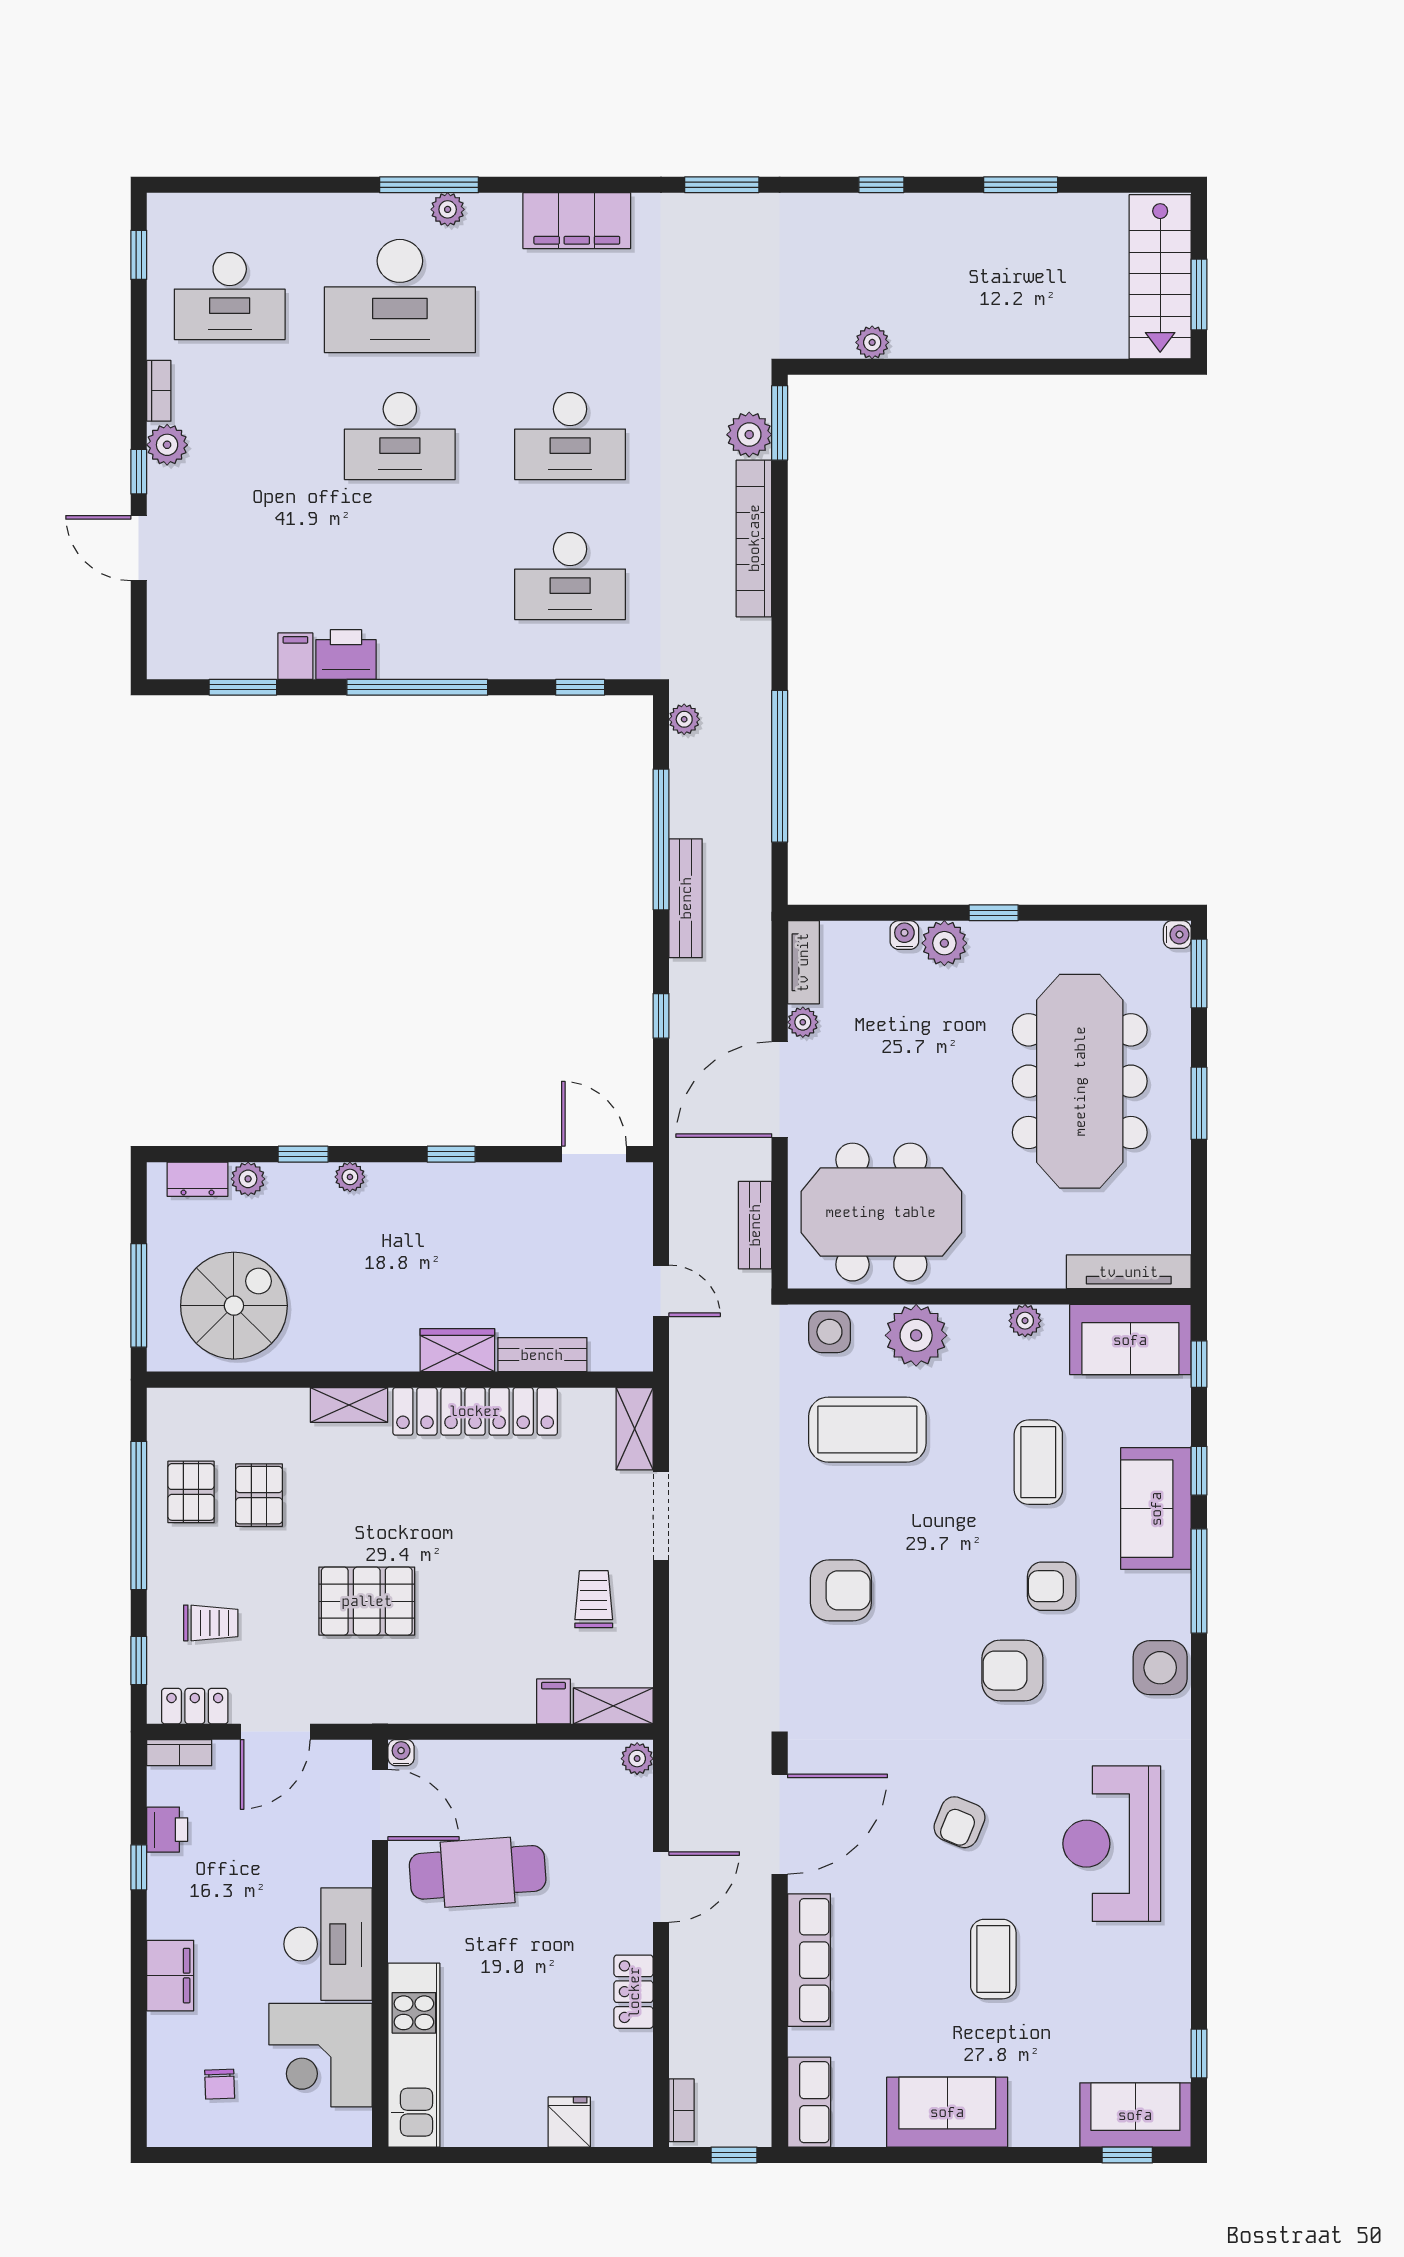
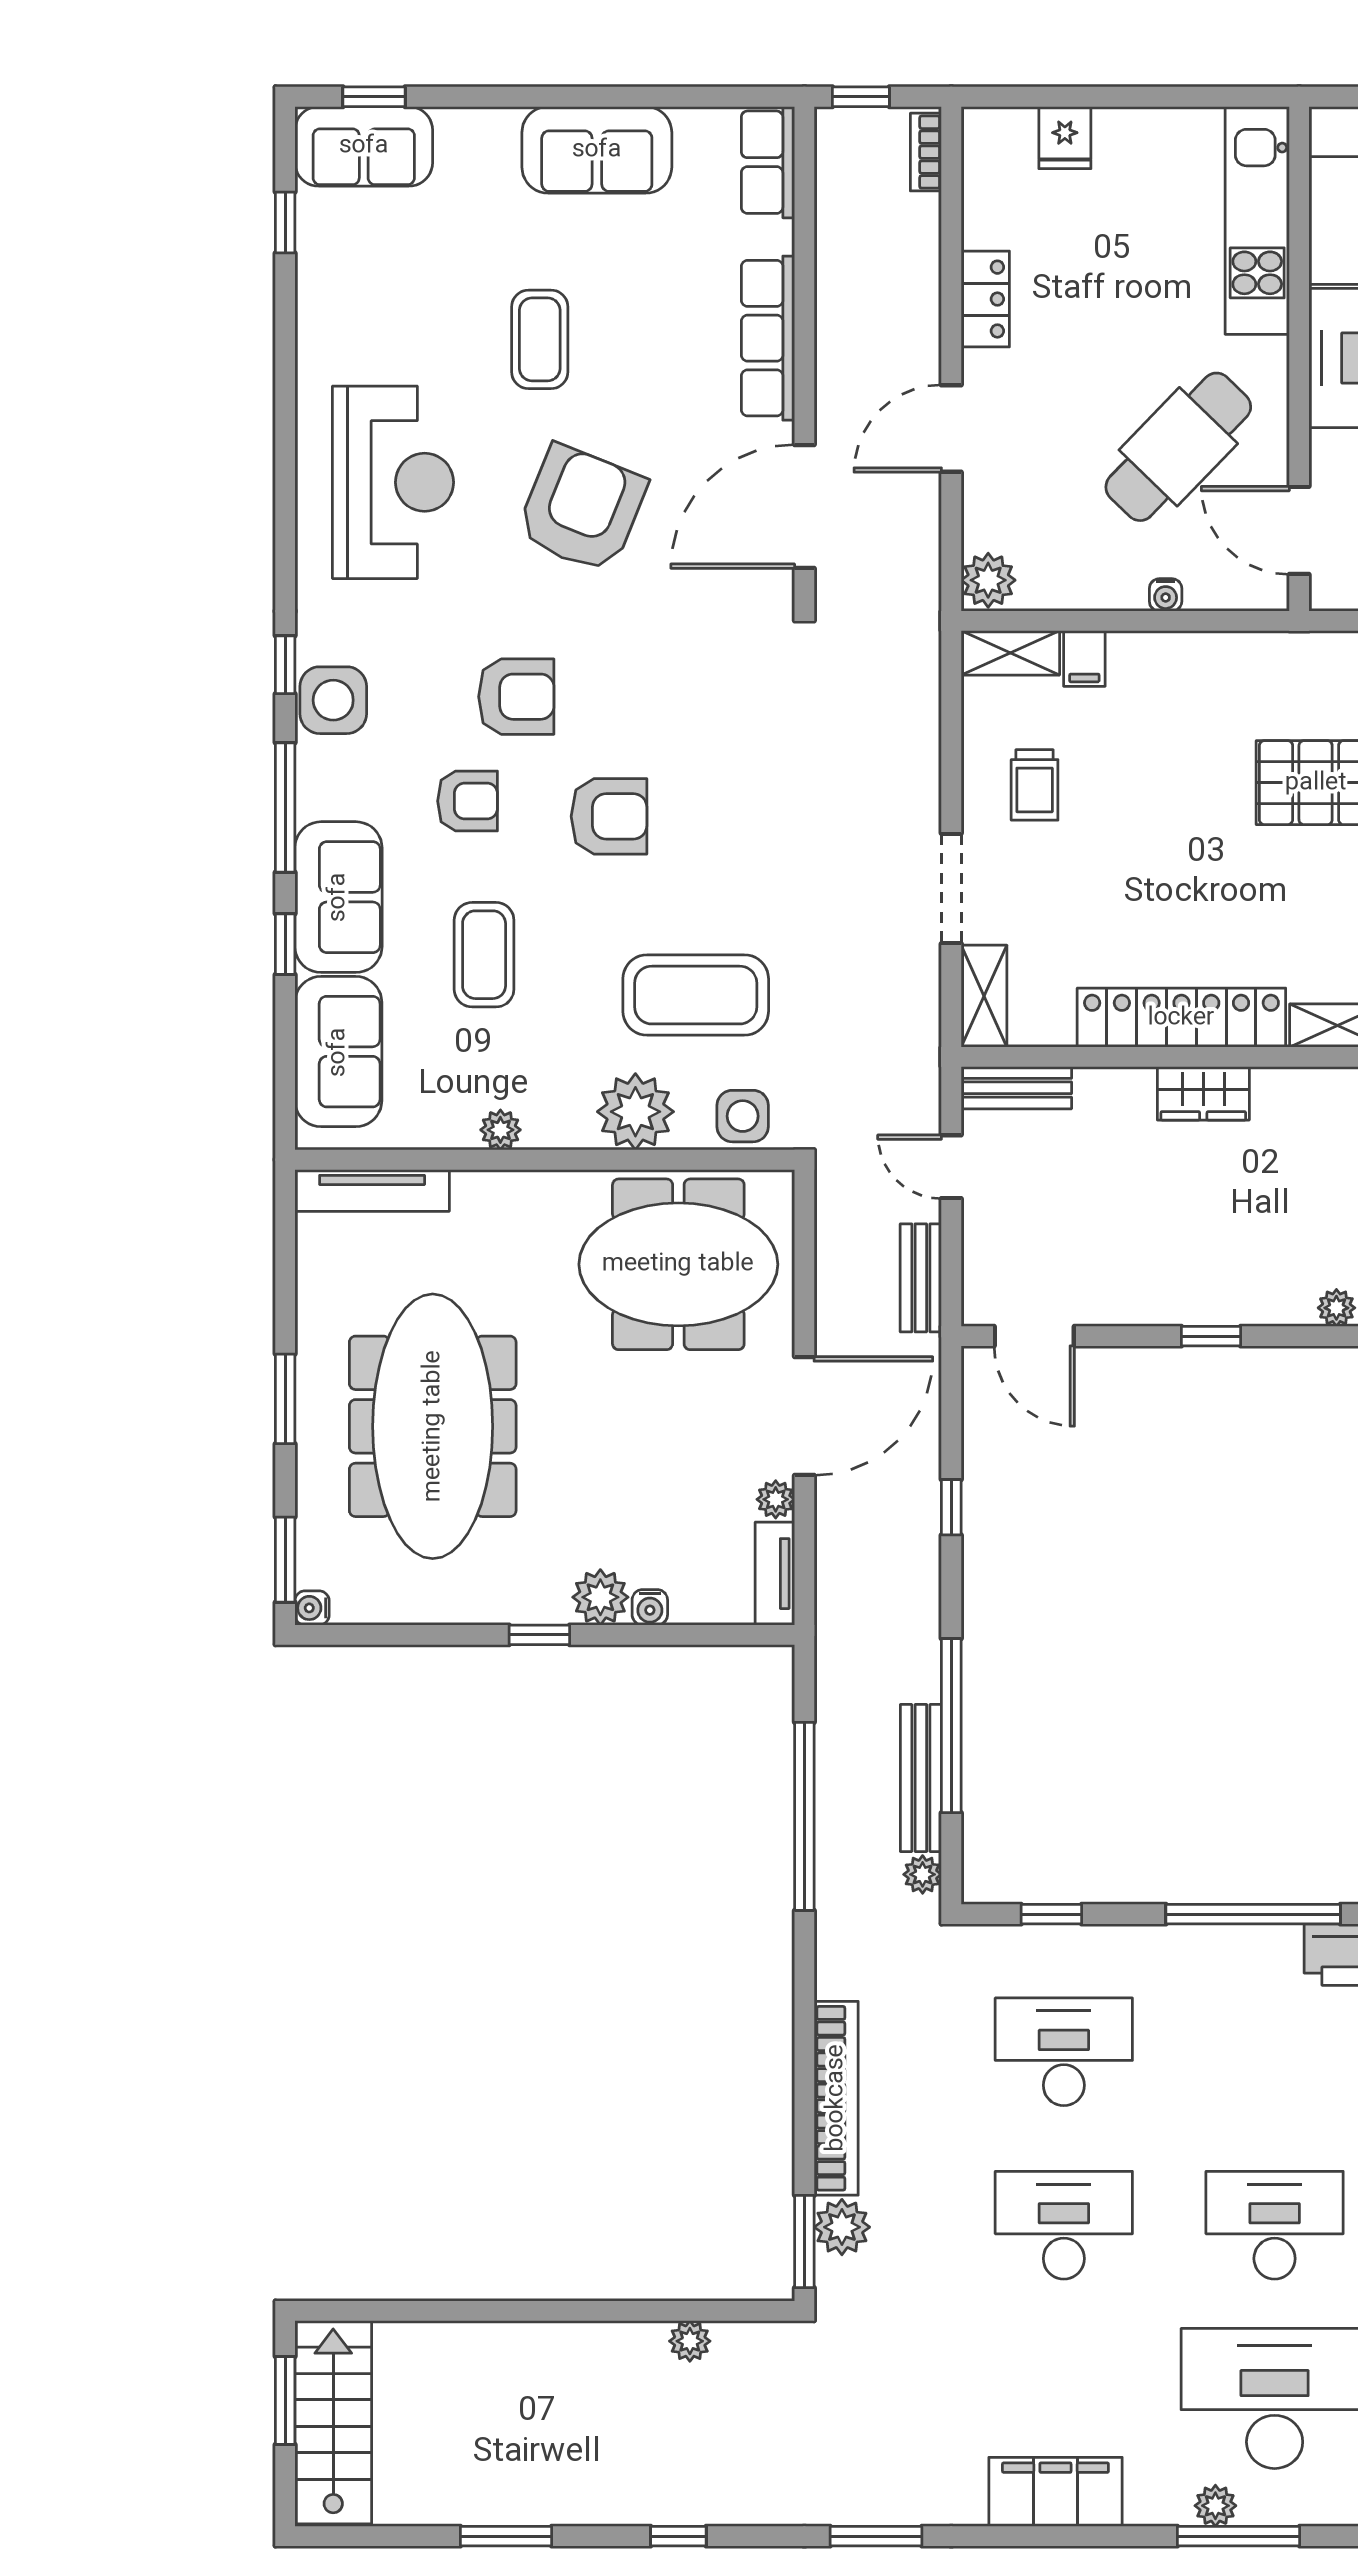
bench: (686, 898) -> (921, 1778), moved
bench: (755, 1225) -> (921, 1278), moved
sofa: (1130, 1340) -> (338, 1052), moved, turned 90
bench: (542, 1355) -> (1016, 1088), moved
window: (1199, 1364) -> (285, 665), moved
armchair: (841, 1590) -> (609, 816), moved, turned 180
water cooler: (401, 1753) -> (1166, 595), moved
plant: (637, 1759) -> (988, 580), width x1.38, depth x1.38
armchair: (960, 1822) -> (582, 509), width x1.88, depth x1.88
cafe table: (478, 1872) -> (1178, 447), turned -42

